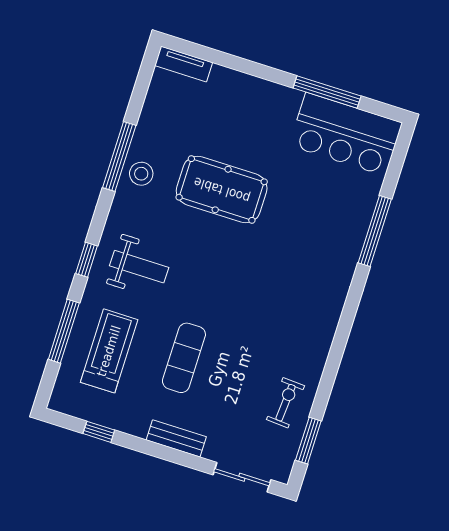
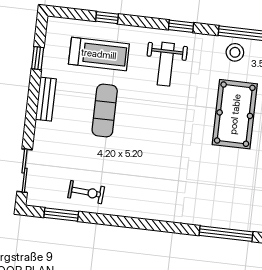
window: (86, 260) -> (181, 26), moved
window: (64, 331) -> (107, 18), width x0.46
exercise mat: (184, 358) -> (105, 110), turned 90
bench: (176, 438) -> (46, 99), moved

